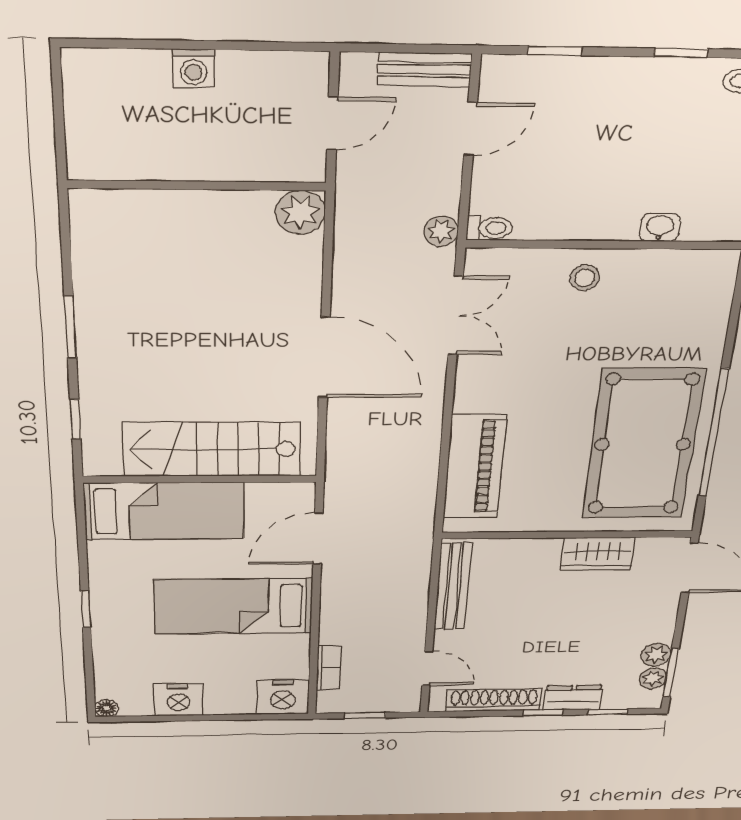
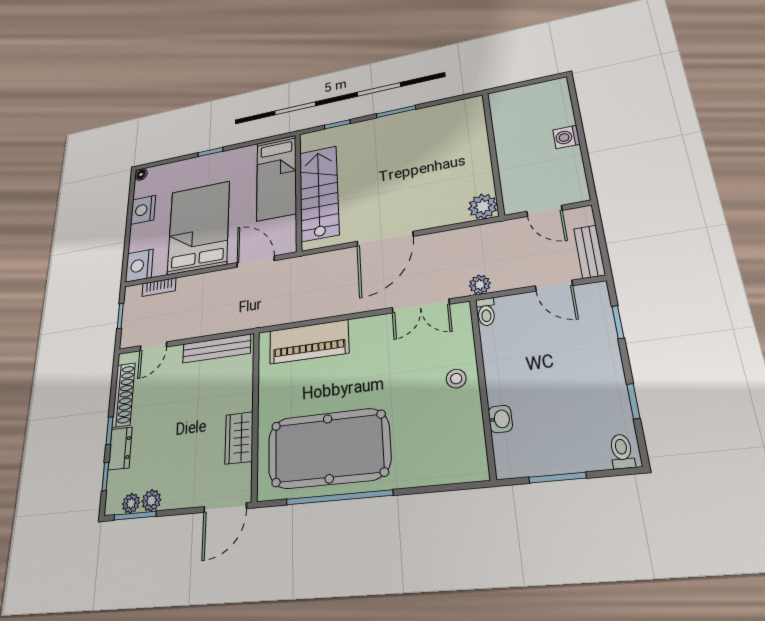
bed: (233, 606) -> (199, 227), width x1.50

